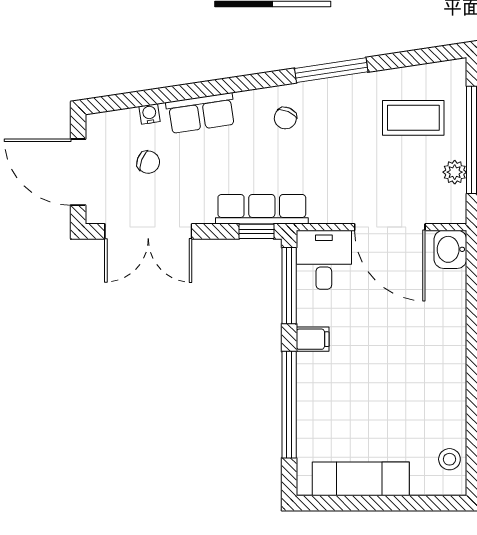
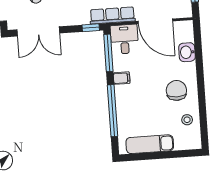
row of seats: (262, 209) -> (112, 15), moved
washbasin: (450, 249) -> (187, 52), moved
chair: (423, 372) -> (176, 90), added
stool: (449, 459) -> (187, 120), moved

